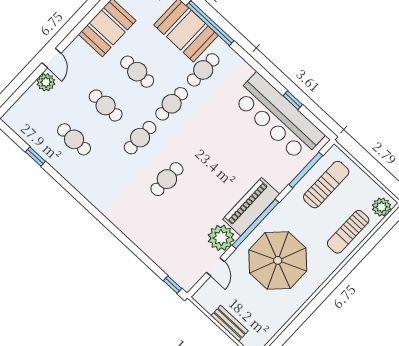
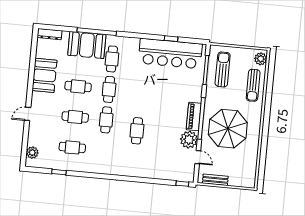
door: (51, 58) -> (28, 114), swing flipped
plant: (46, 82) -> (32, 153), moved
piano: (251, 207) -> (194, 116), width x0.73, depth x0.75
bench: (230, 323) -> (215, 180), moved

